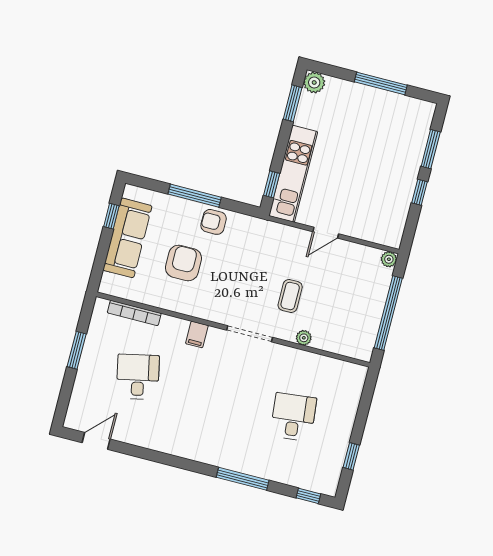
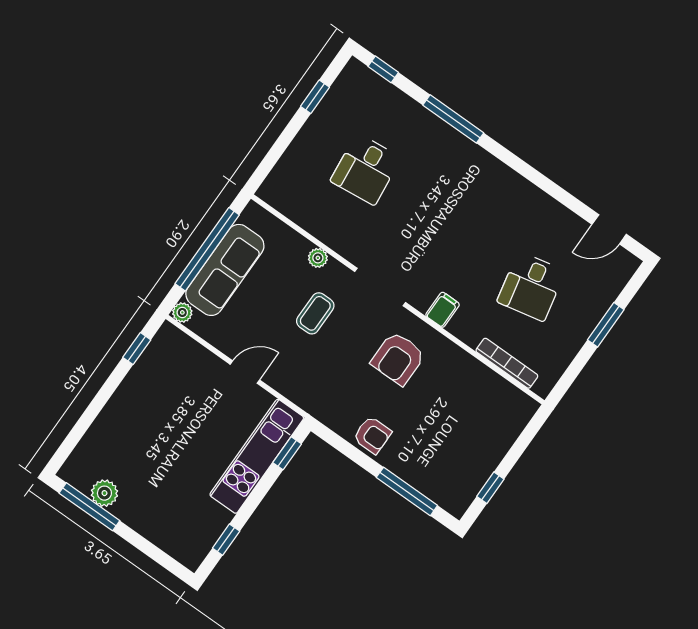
plant: (314, 82) -> (104, 493), moved
window: (381, 83) -> (89, 507), moved
window: (293, 103) -> (226, 540), width x0.67
window: (431, 149) -> (84, 424), removed
window: (420, 192) -> (137, 349), moved
window: (195, 196) -> (407, 491), moved
sofa: (127, 238) -> (225, 270), moved, turned 180
armchair: (183, 263) -> (398, 358), moved
window: (77, 350) -> (606, 325), moved

